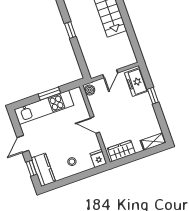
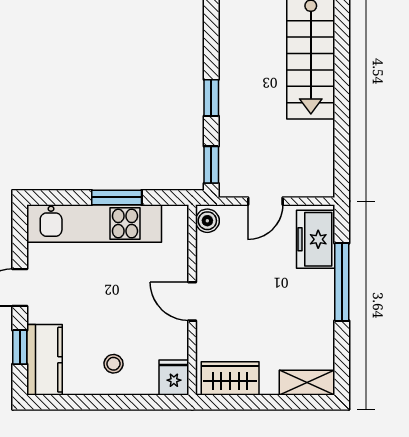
window: (70, 30) -> (211, 98), moved
window: (83, 67) -> (211, 165), added
window: (153, 96) -> (342, 282), width x2.17

